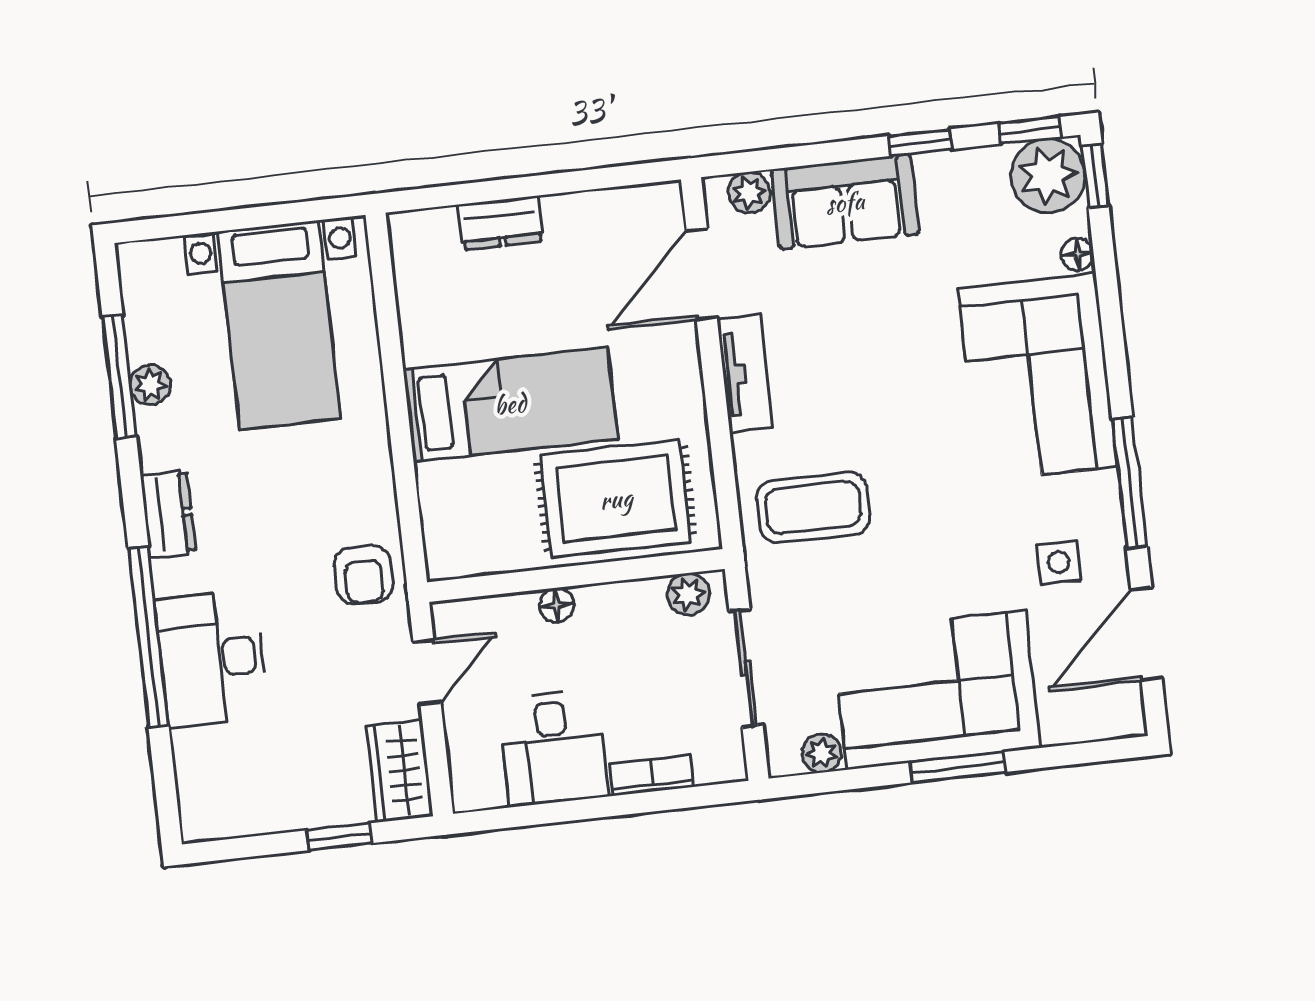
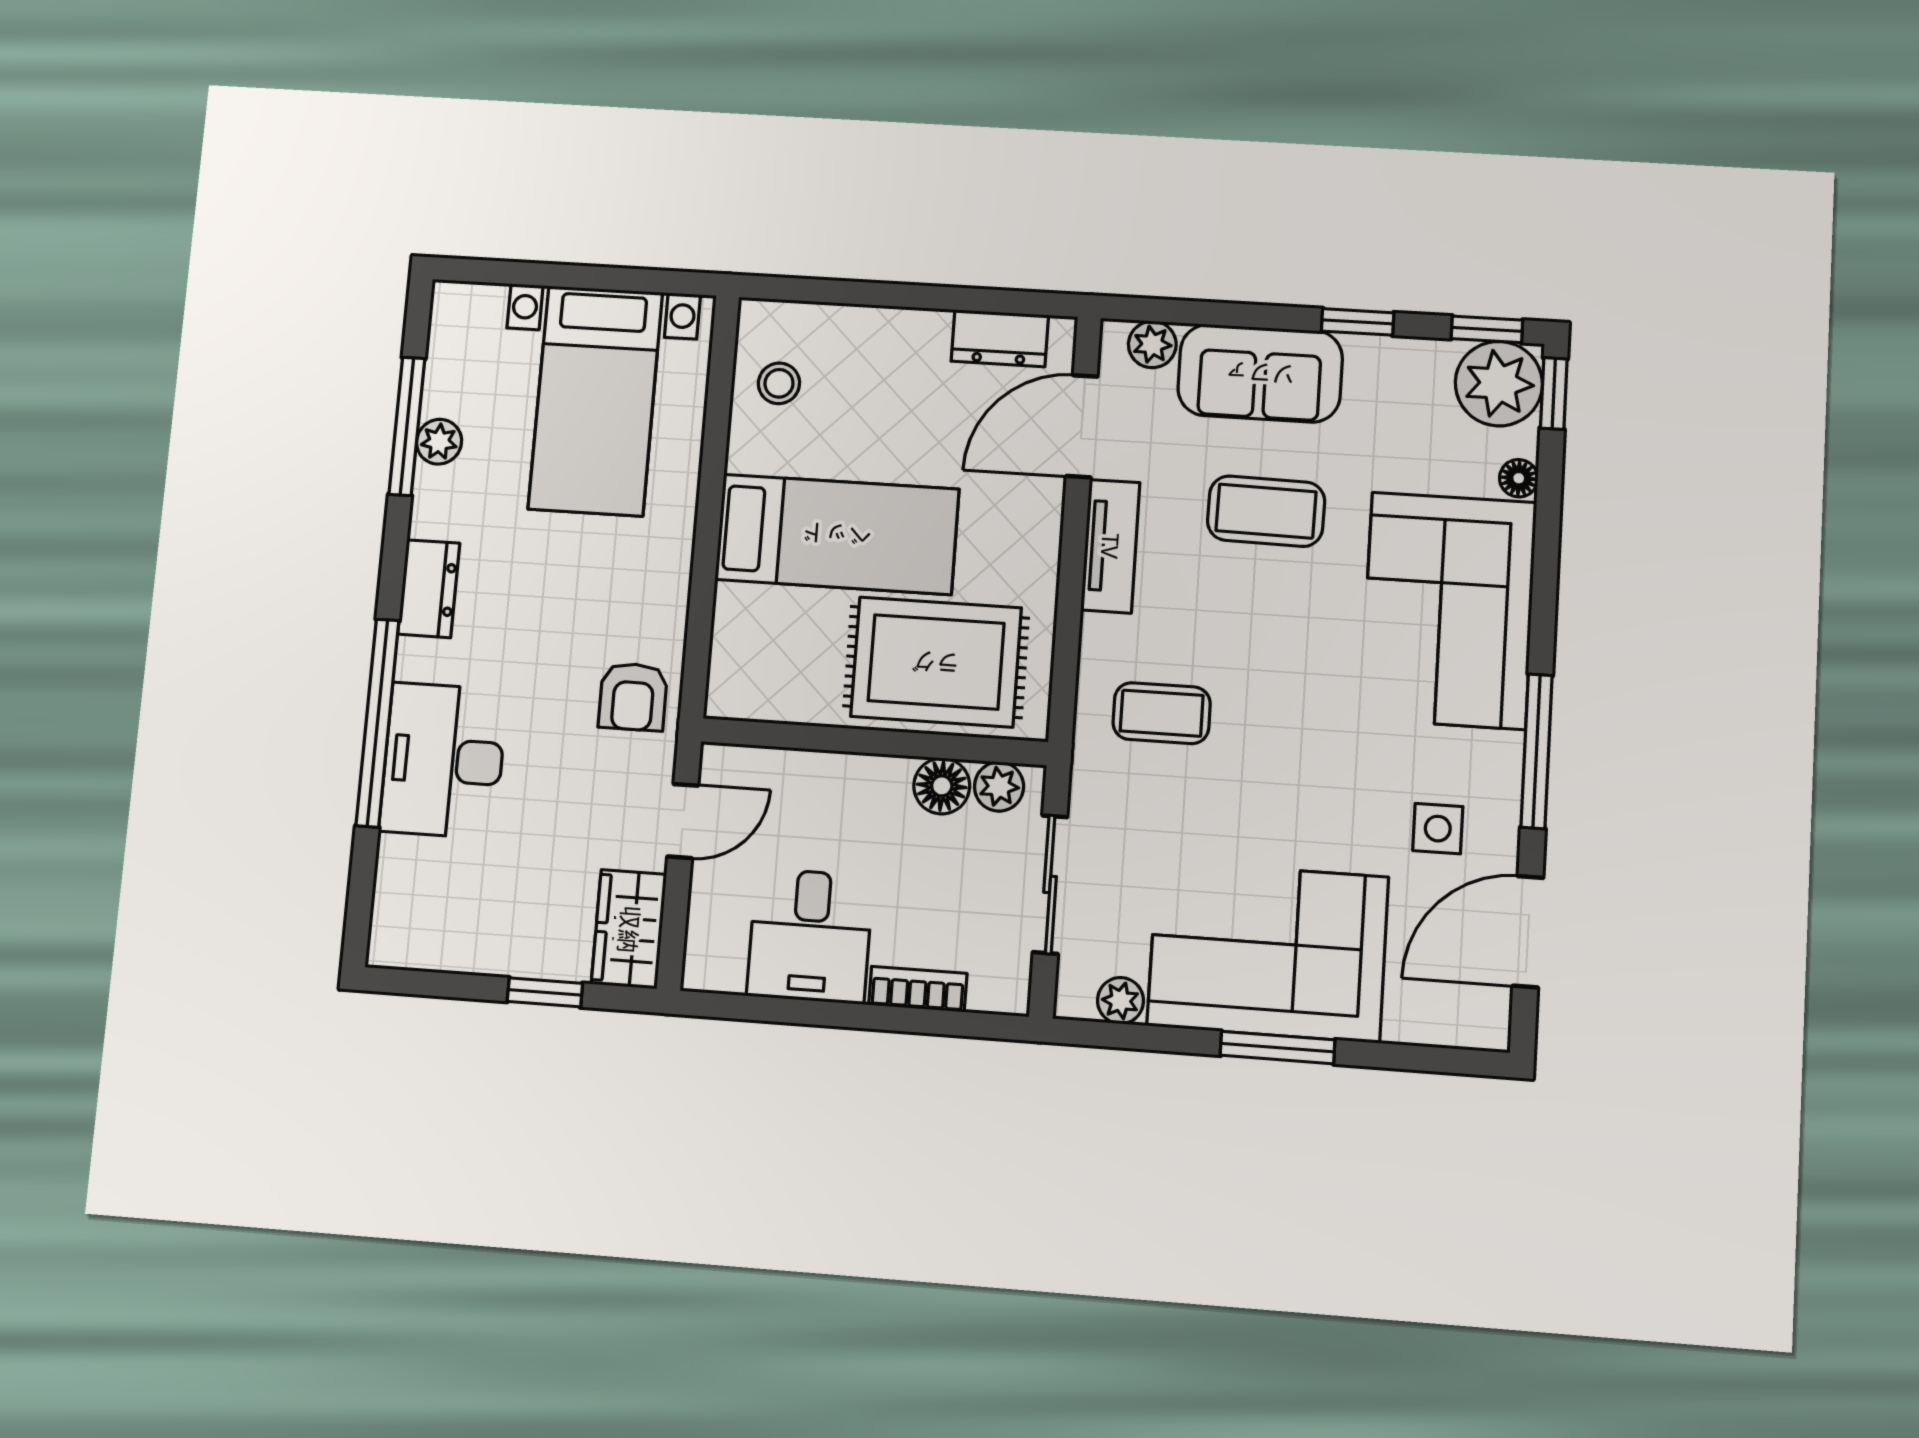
dresser: (501, 223) -> (1000, 338), moved
stool: (435, 282) -> (779, 383), added
coffee table: (871, 320) -> (1266, 511), added
coffee table: (813, 507) -> (1162, 713), width x0.73, depth x0.77
floor lamp: (557, 605) -> (942, 786), moved, width x1.37, depth x1.37

